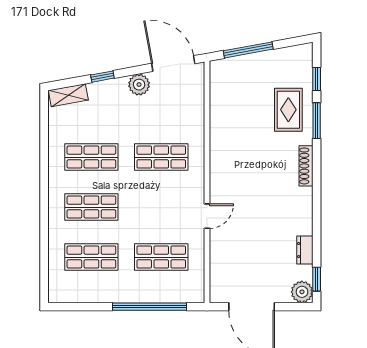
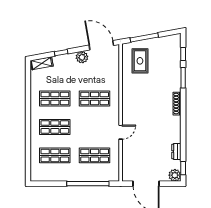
rug: (288, 110) -> (140, 61), moved

